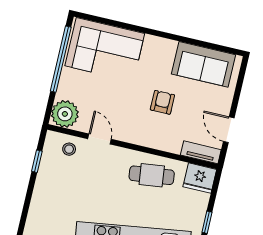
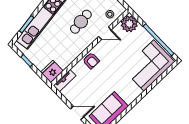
armchair: (162, 102) -> (91, 61), moved
door: (229, 130) -> (77, 113), moved
cafe table: (152, 175) -> (81, 22), moved

